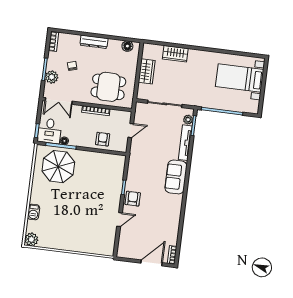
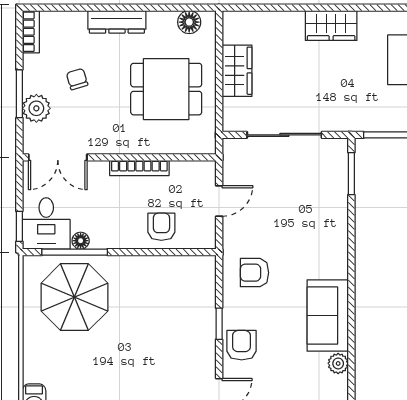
wardrobe: (175, 54) -> (331, 26), moved
dining table: (108, 87) -> (166, 89), moved
plant: (188, 120) -> (338, 363), moved
tv unit: (185, 143) -> (338, 212), removed
armchair: (143, 166) -> (254, 273), added
sofa: (176, 177) -> (328, 315), moved

